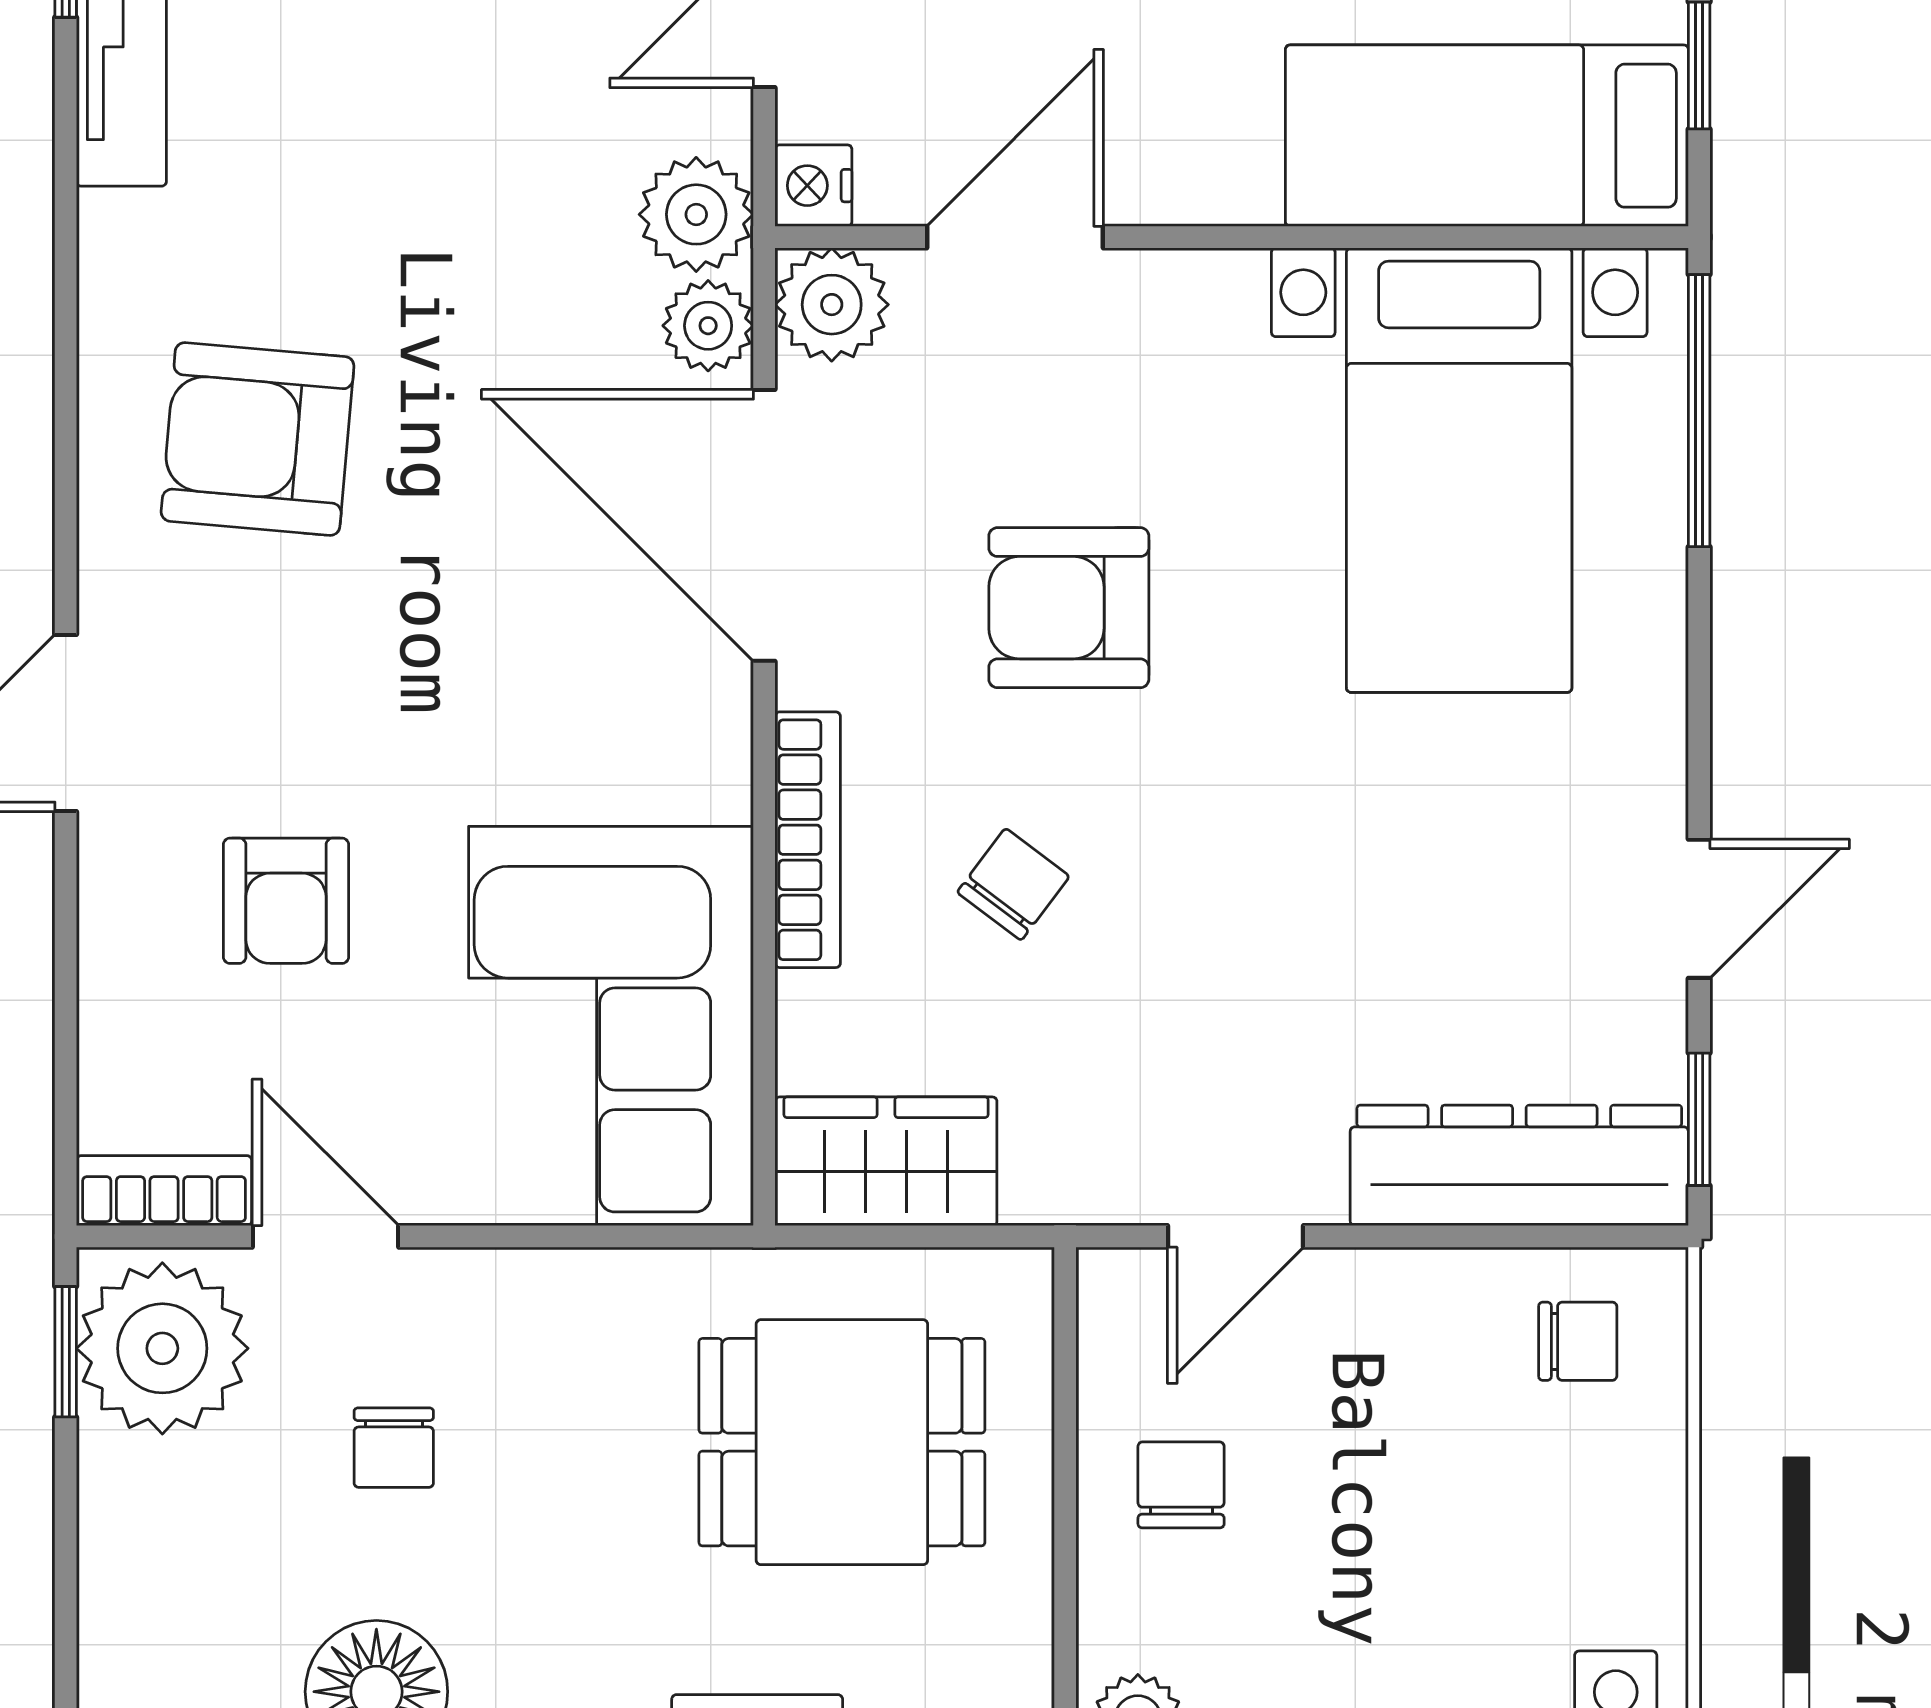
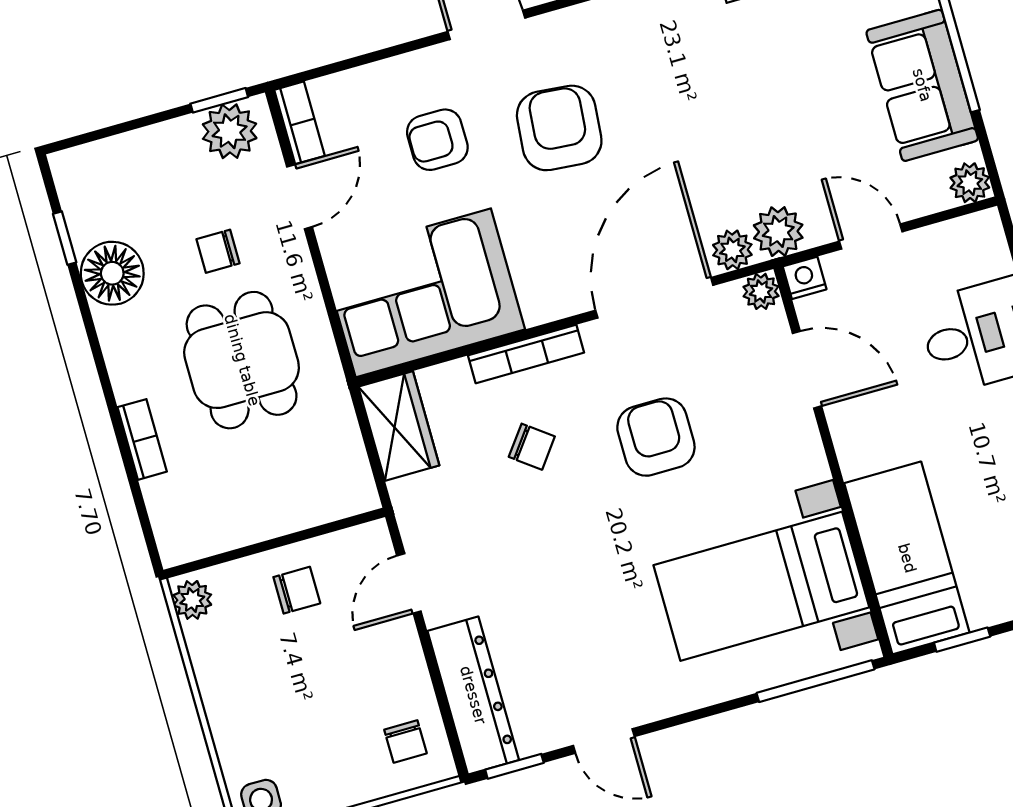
plant: (832, 305) -> (761, 291), width x0.73, depth x0.73
armchair: (258, 439) -> (559, 128), moved
door: (1235, 1236) -> (409, 583), hinge flipped
plant: (162, 1348) -> (230, 131), width x0.73, depth x0.73
dining table: (842, 1442) -> (242, 360), moved

